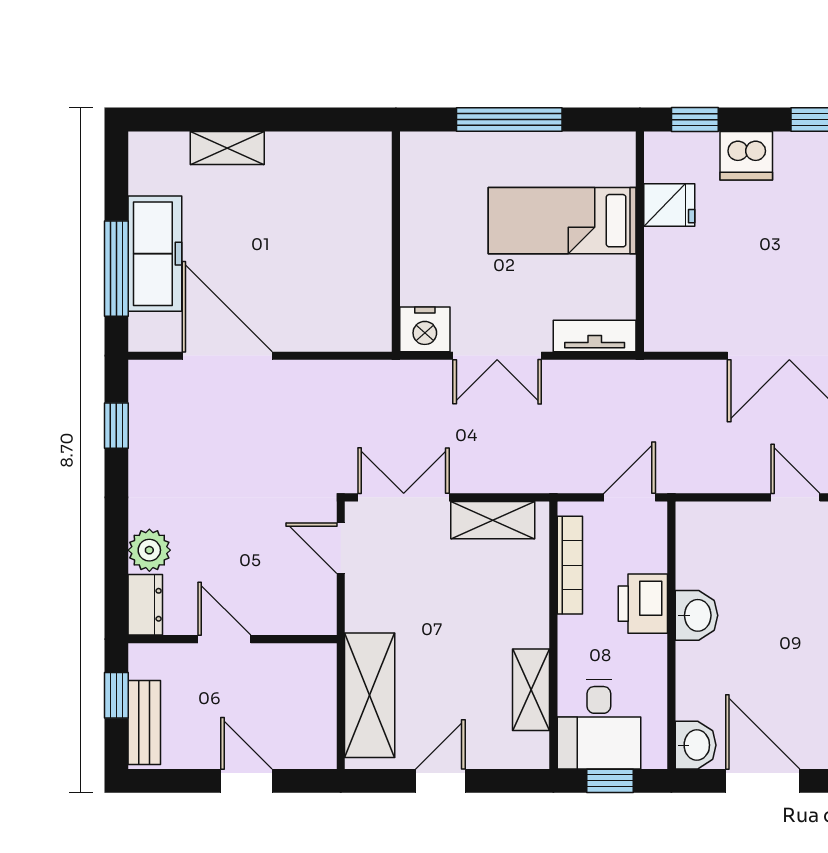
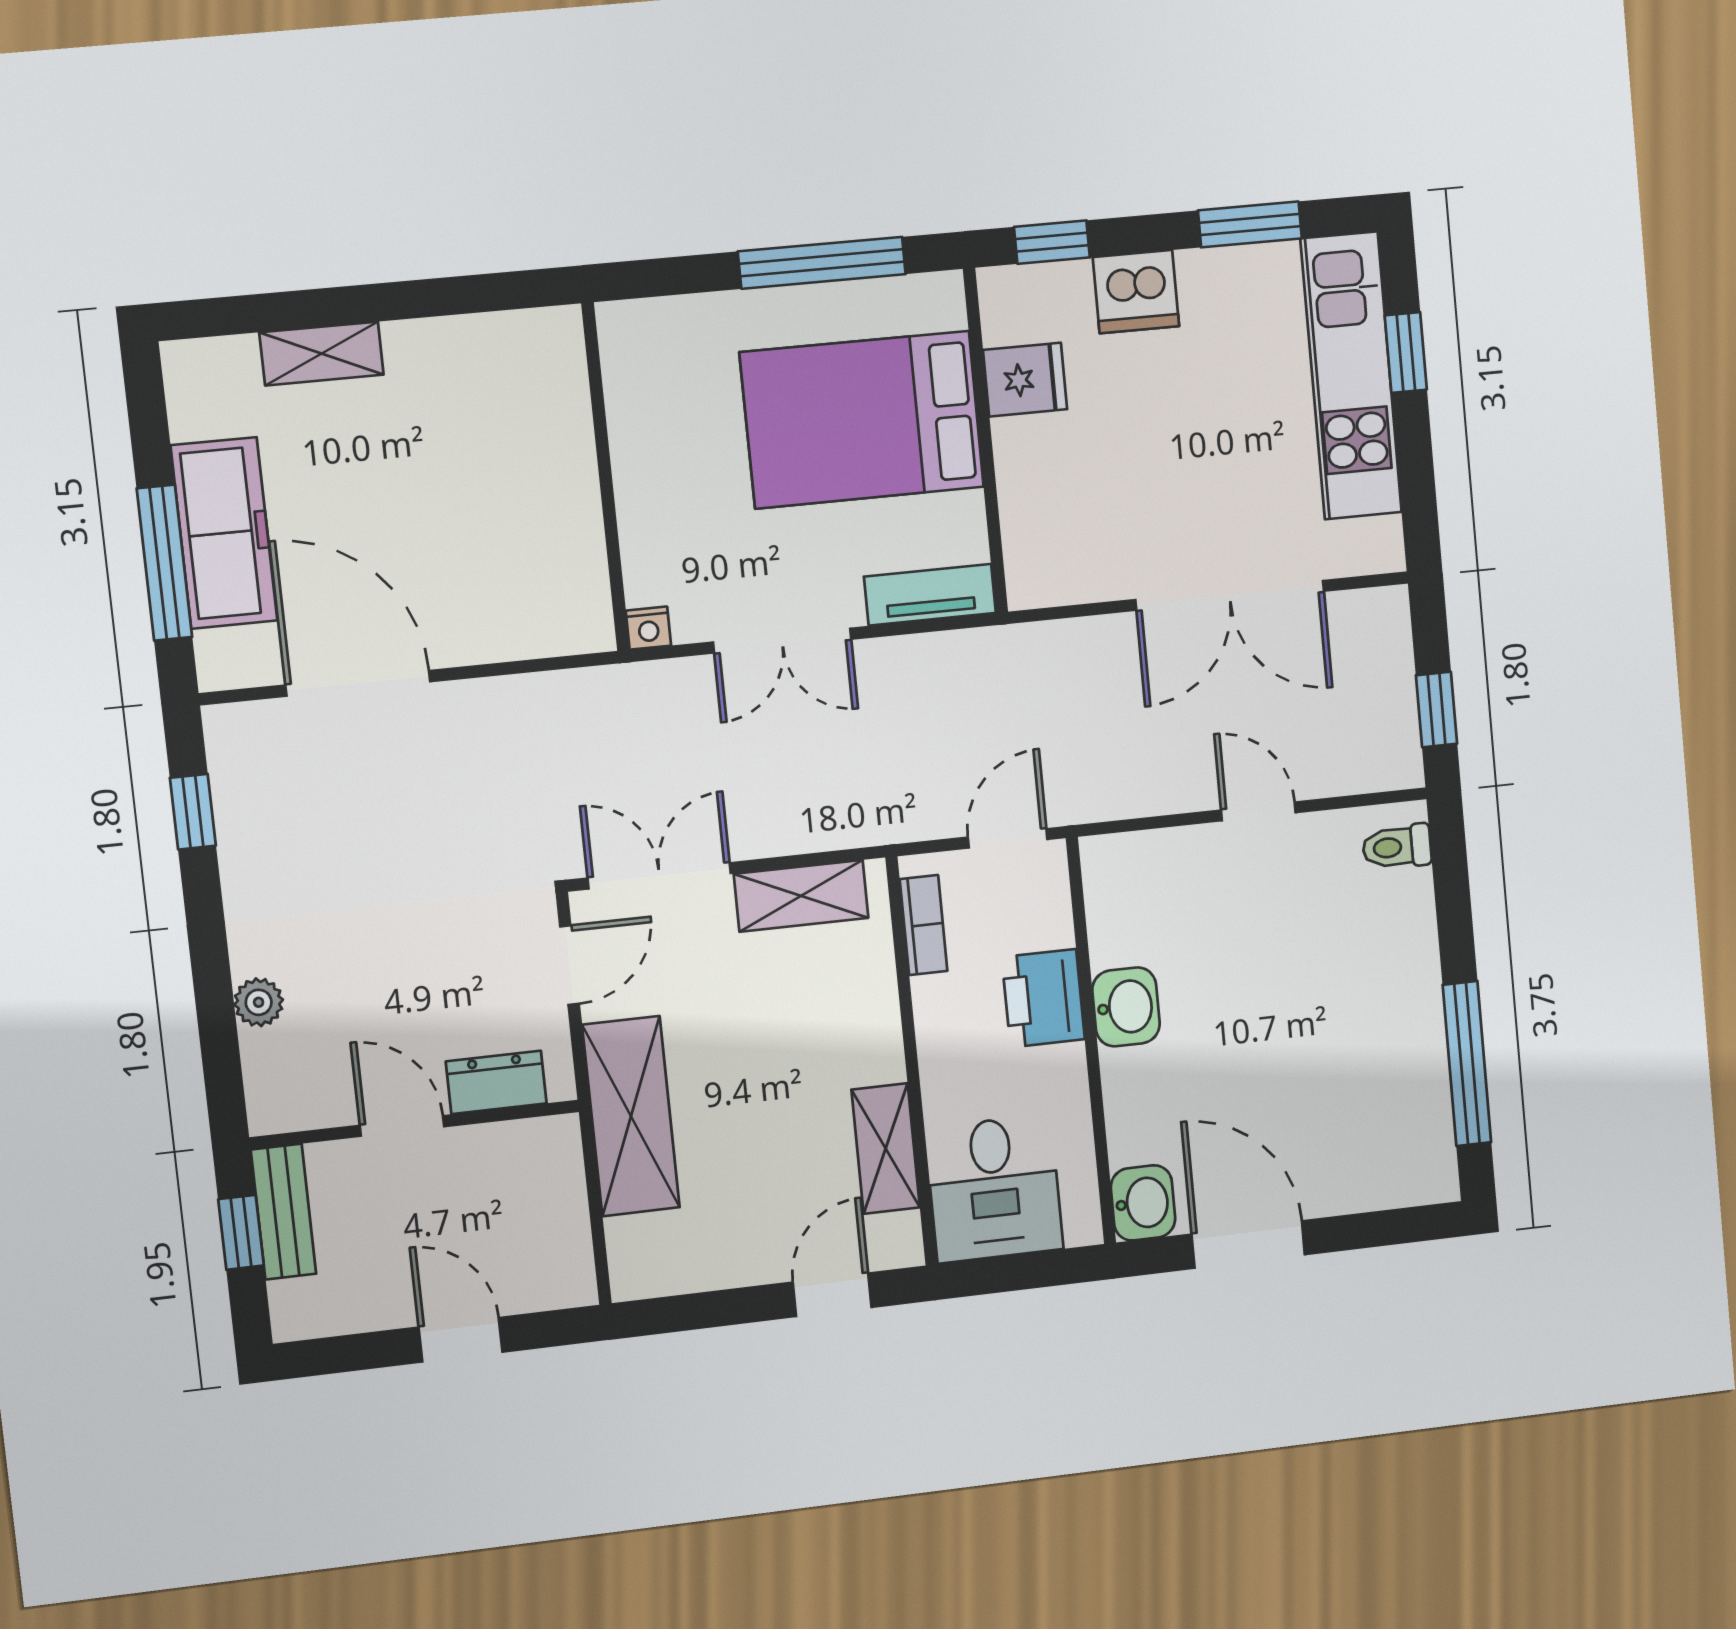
window: (509, 120) -> (822, 263), moved
bed: (562, 221) -> (862, 420), width x1.50
nightstand: (425, 329) -> (648, 628), width x0.53, depth x0.56
door: (341, 548) -> (569, 965), swing flipped
plant: (149, 550) -> (259, 1002), width x0.73, depth x0.73
bookcase: (570, 565) -> (924, 925), width x0.64
dresser: (145, 605) -> (496, 1082), moved, turned -90
shelving: (370, 695) -> (631, 1116), moved
bench: (144, 723) -> (283, 1212), moved
door: (440, 781) -> (832, 1295), moved
window: (610, 781) -> (1019, 1272), removed

